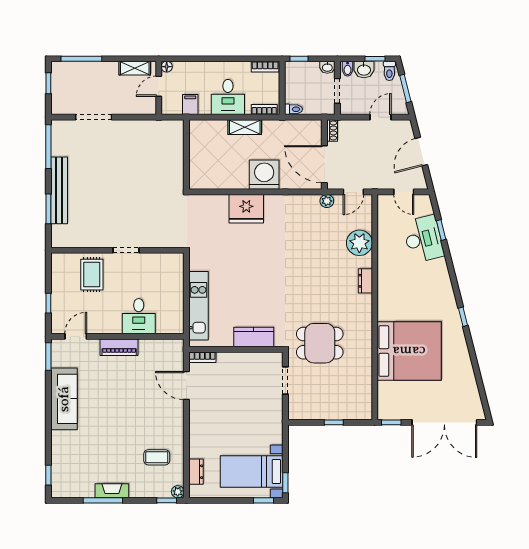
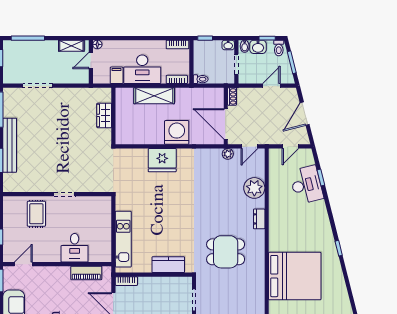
desk: (228, 97) -> (142, 69), width x1.37
shelving: (245, 127) -> (154, 96), width x1.50, depth x1.33
wardrobe: (175, 154) -> (104, 115), added
door: (404, 192) -> (290, 146), hinge flipped
dining table: (320, 343) -> (226, 252), moved
piano: (119, 347) -> (86, 273), moved

